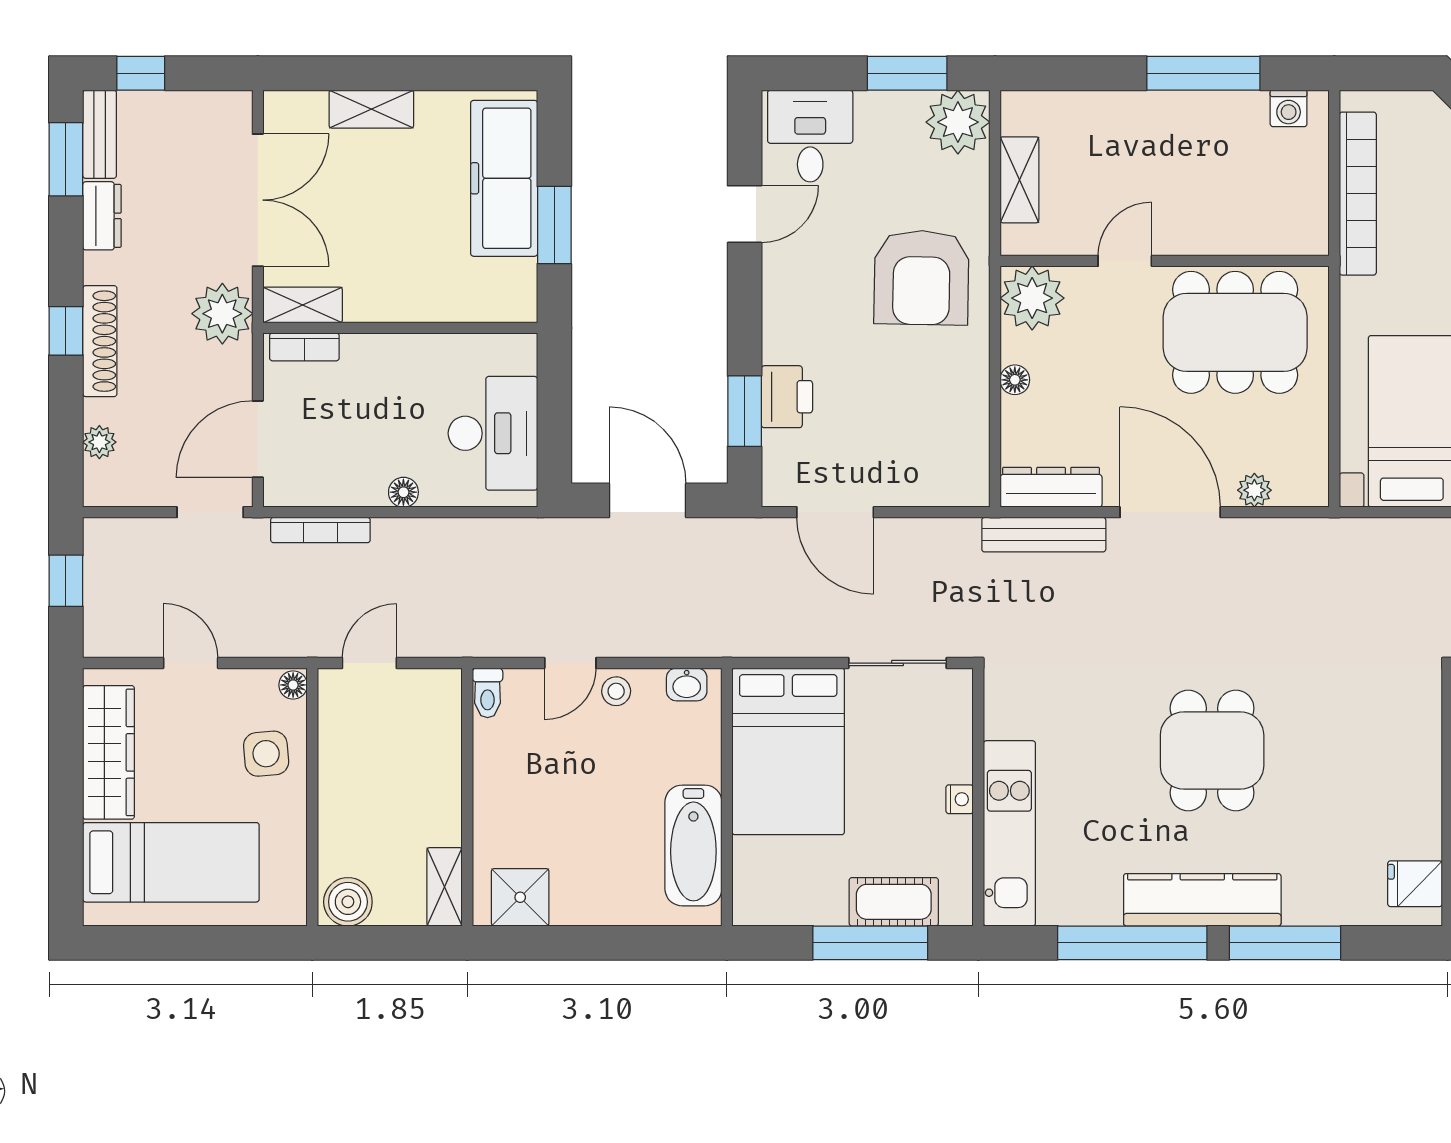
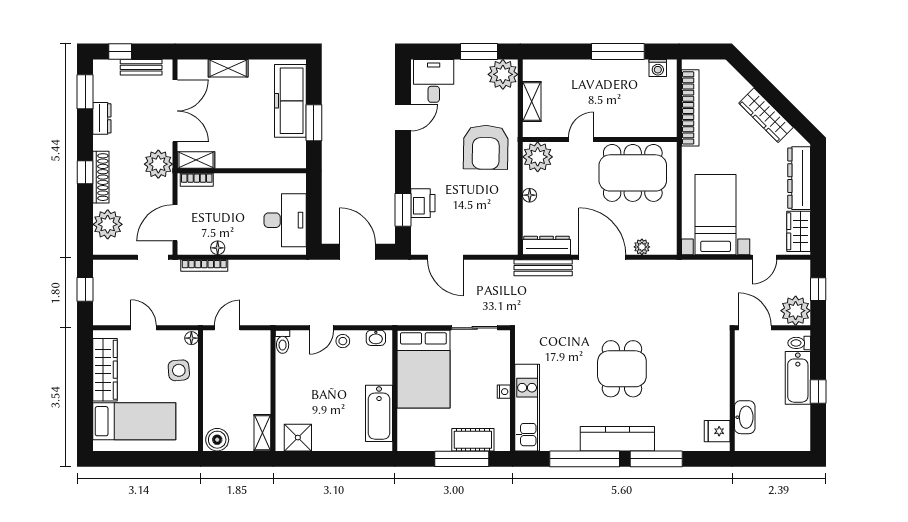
bench: (100, 134) -> (141, 67), moved, turned 90
plant: (99, 442) -> (108, 224), width x1.88, depth x1.88
floor lamp: (403, 492) -> (218, 248), moved

